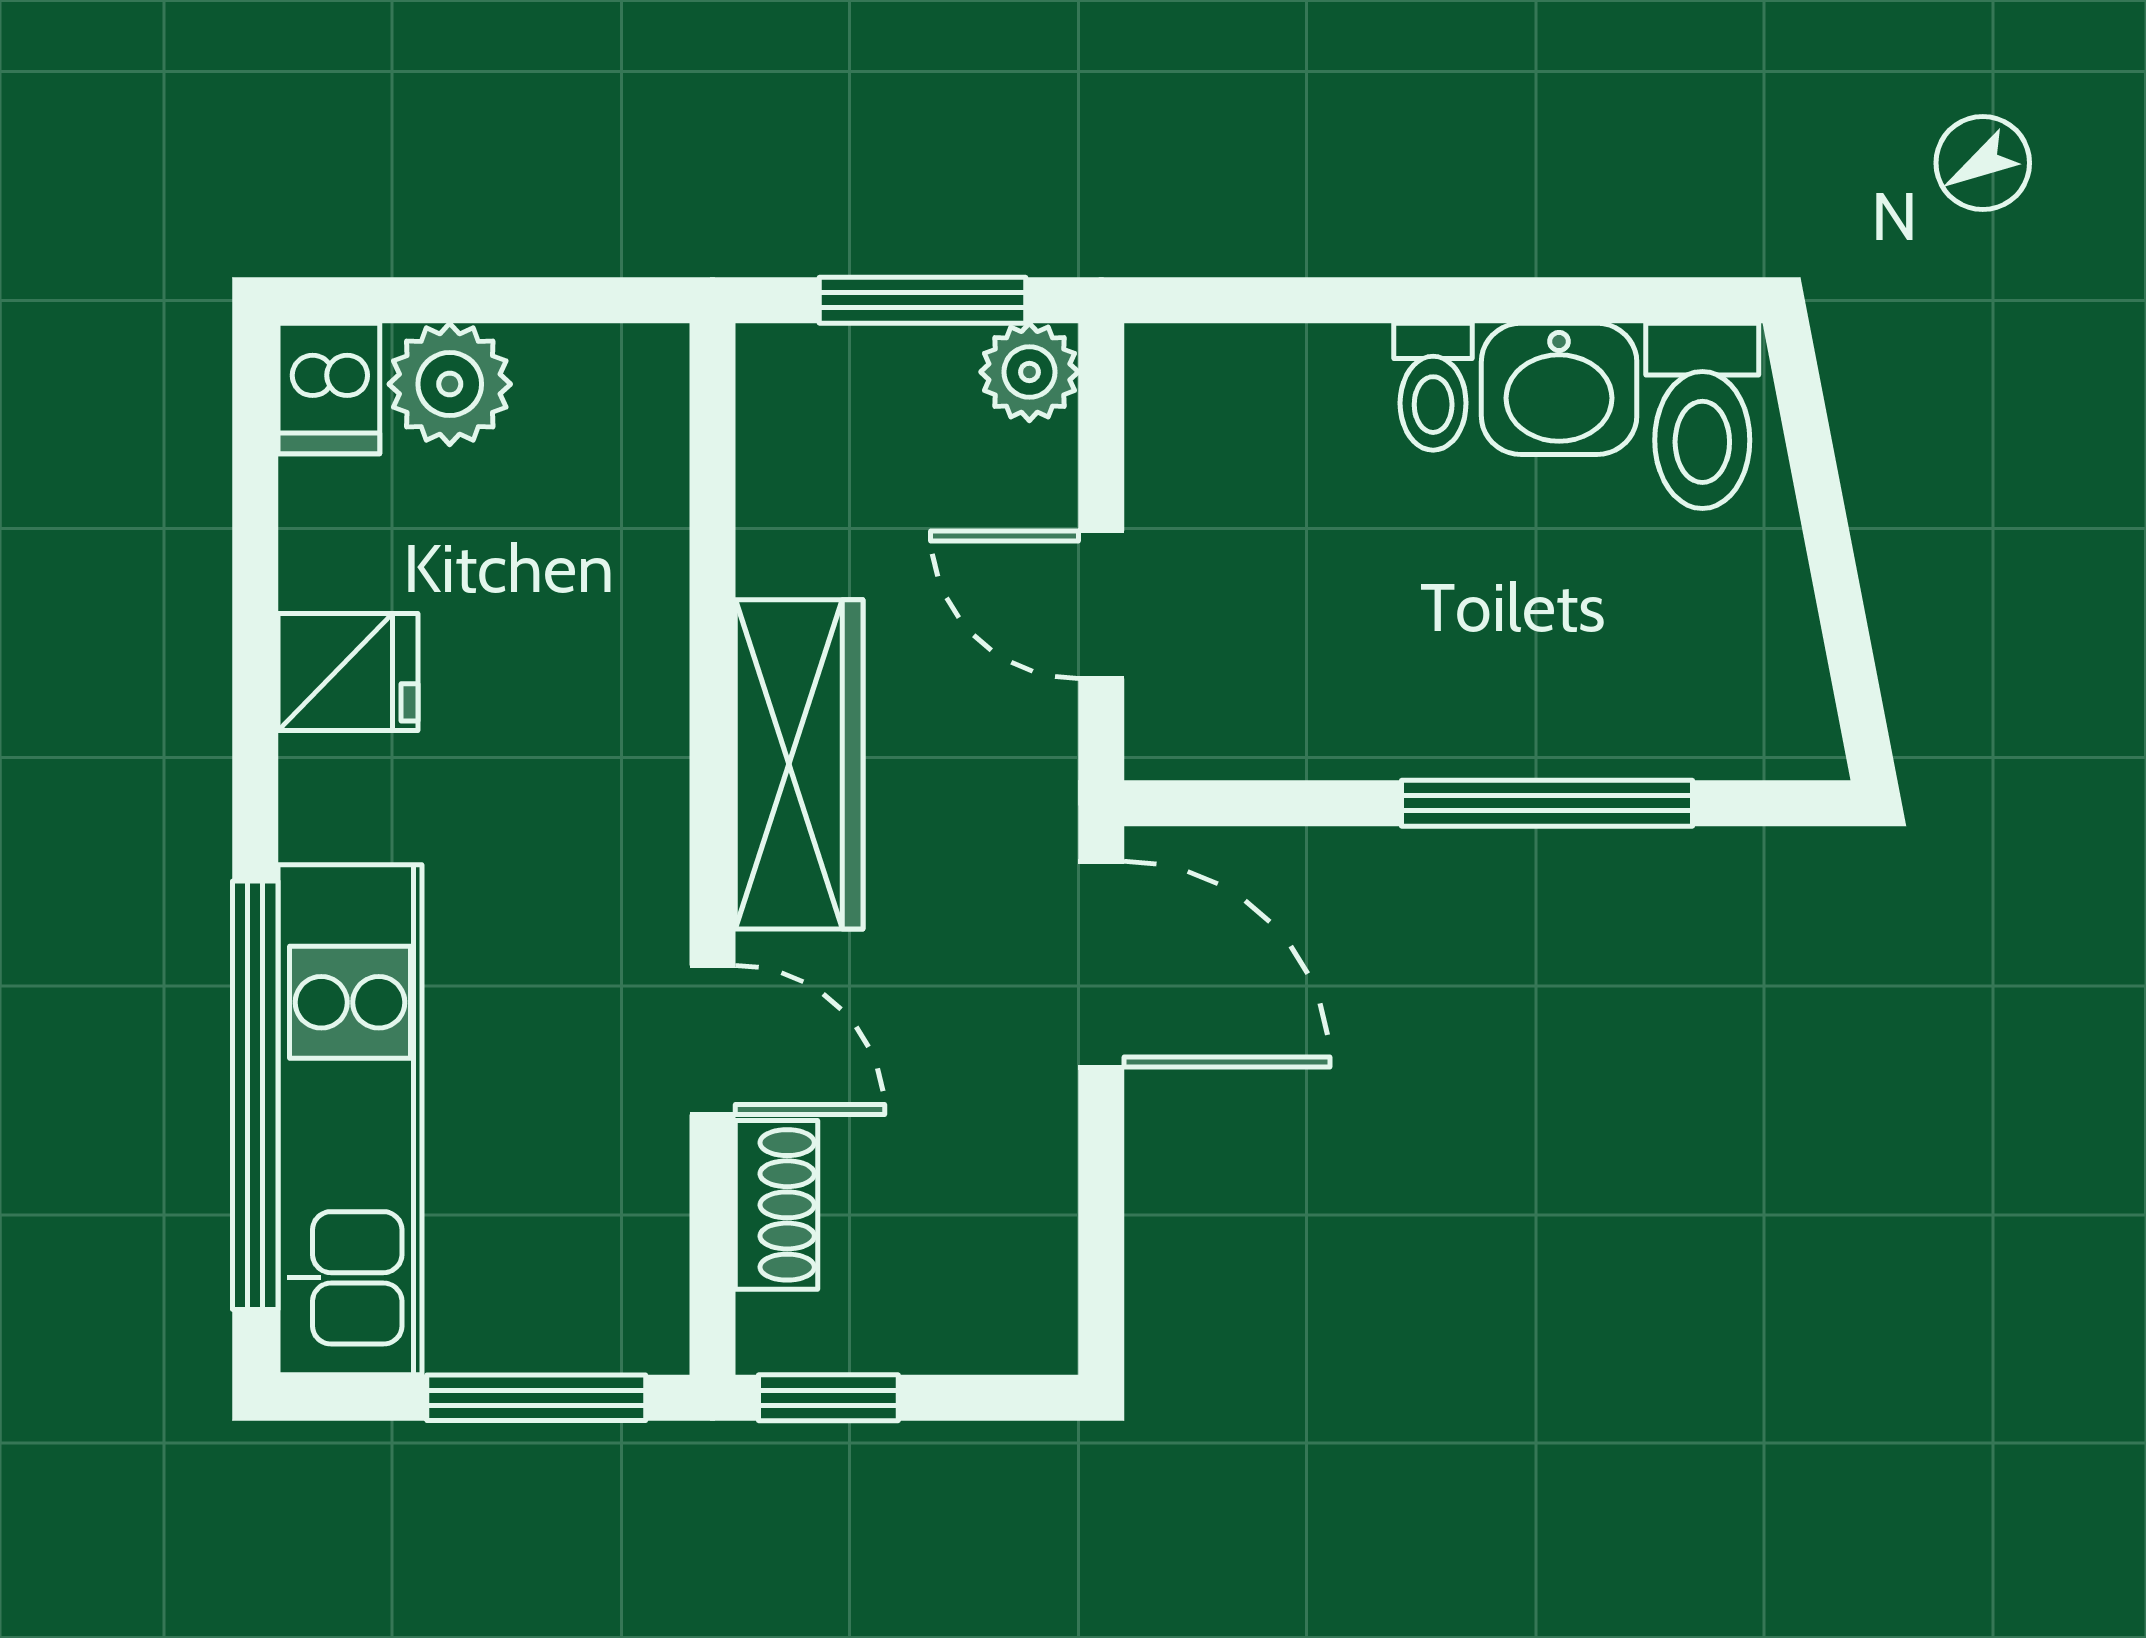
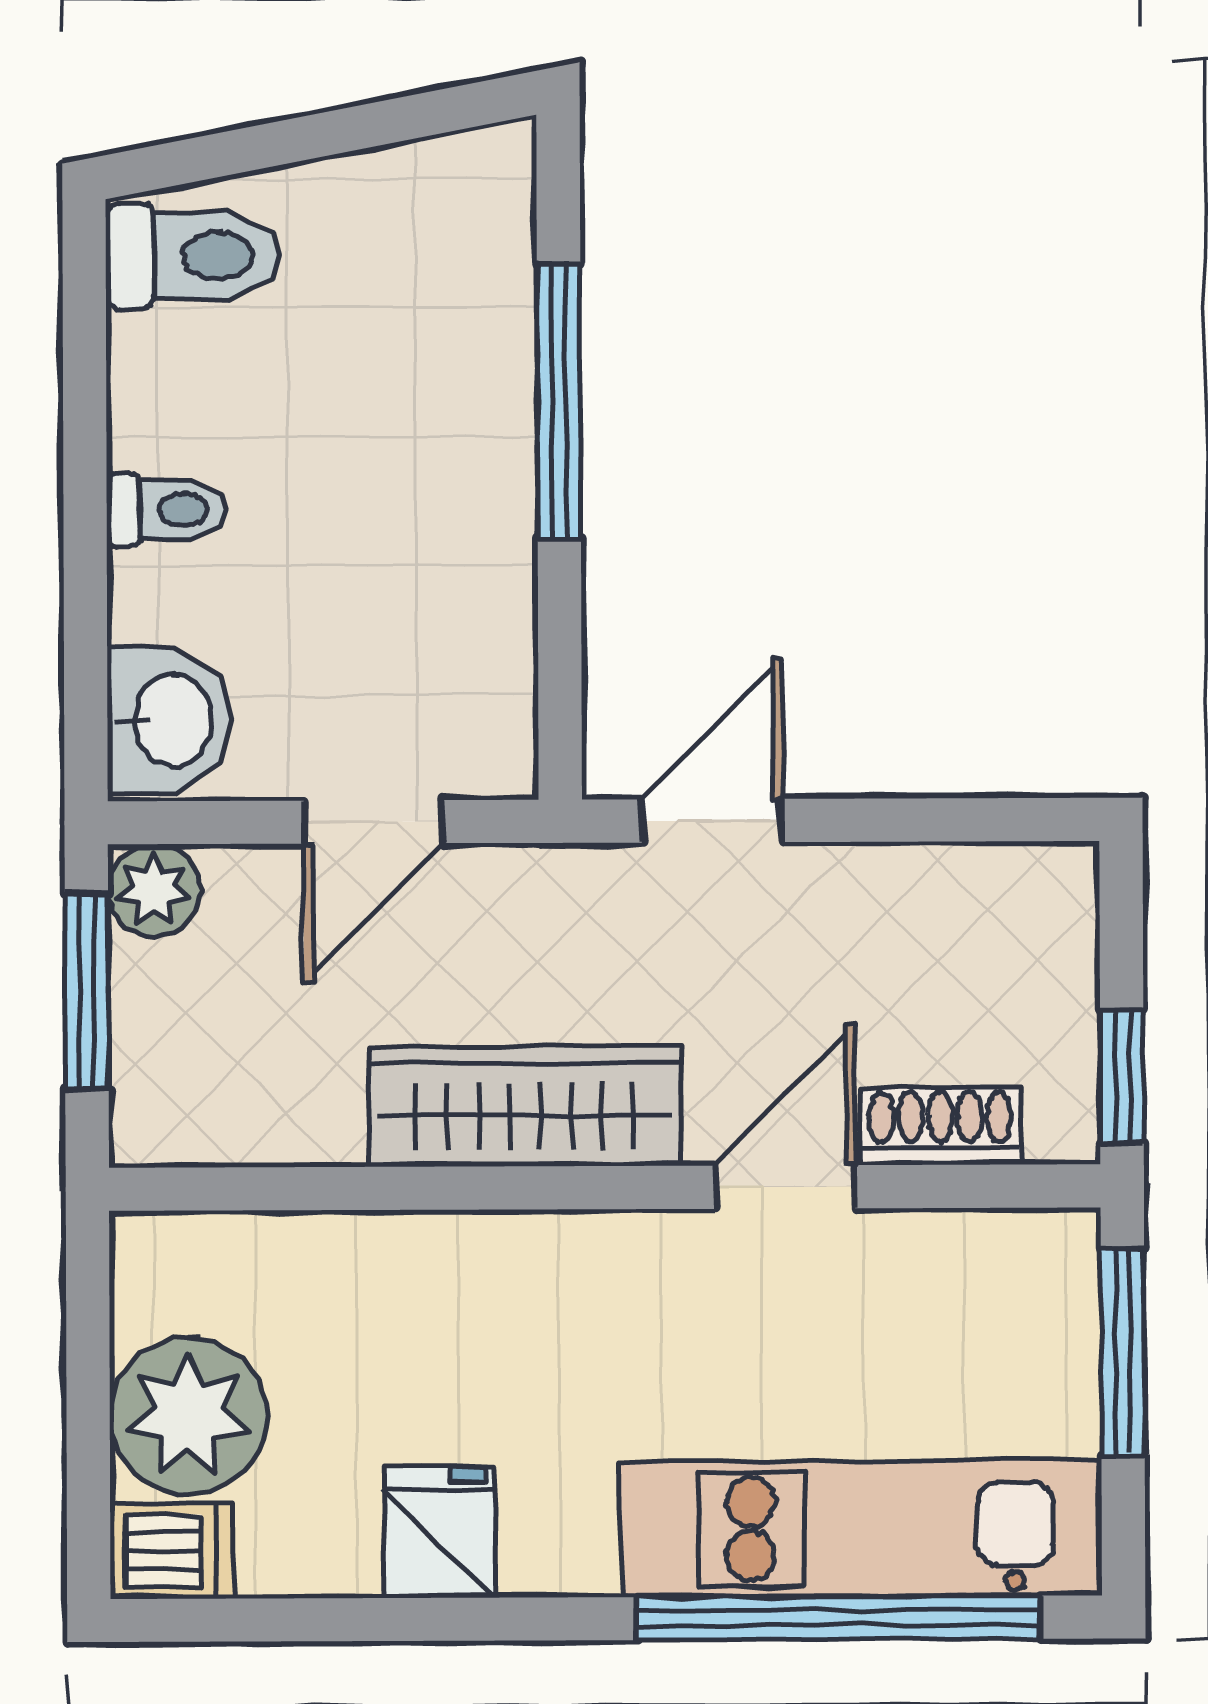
plant: (450, 384) -> (188, 1416), width x1.36, depth x1.36
washbasin: (1559, 389) -> (169, 720), moved
door: (1101, 964) -> (712, 821), width x0.73

